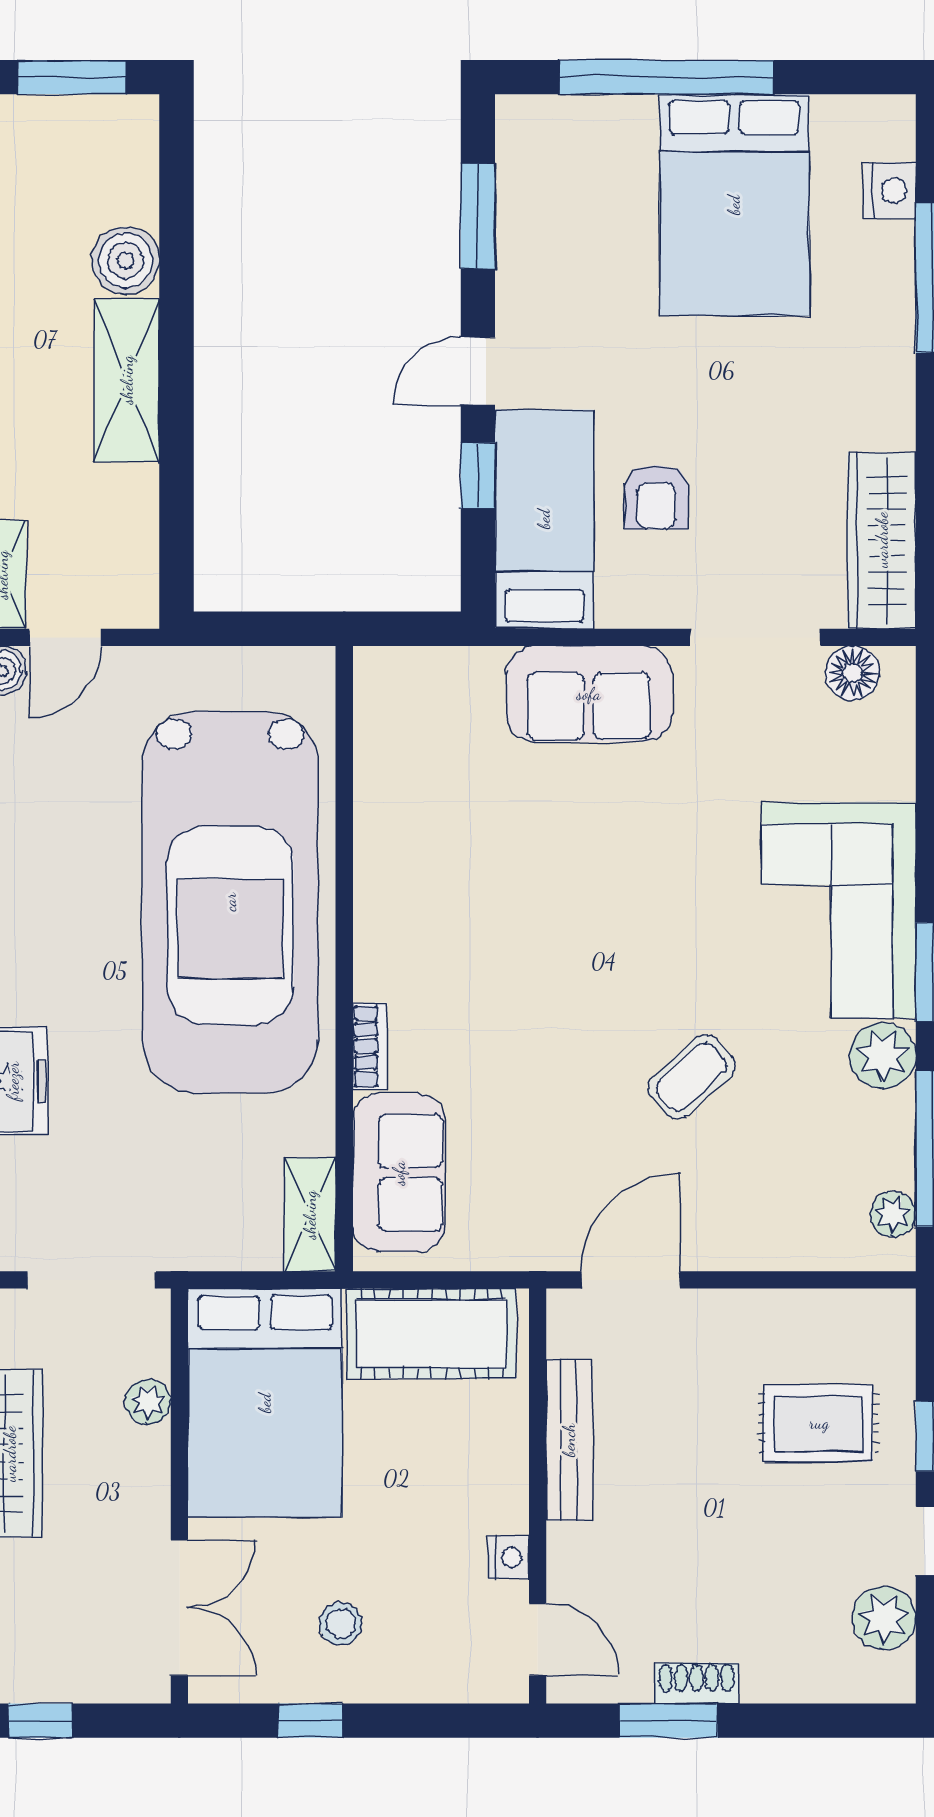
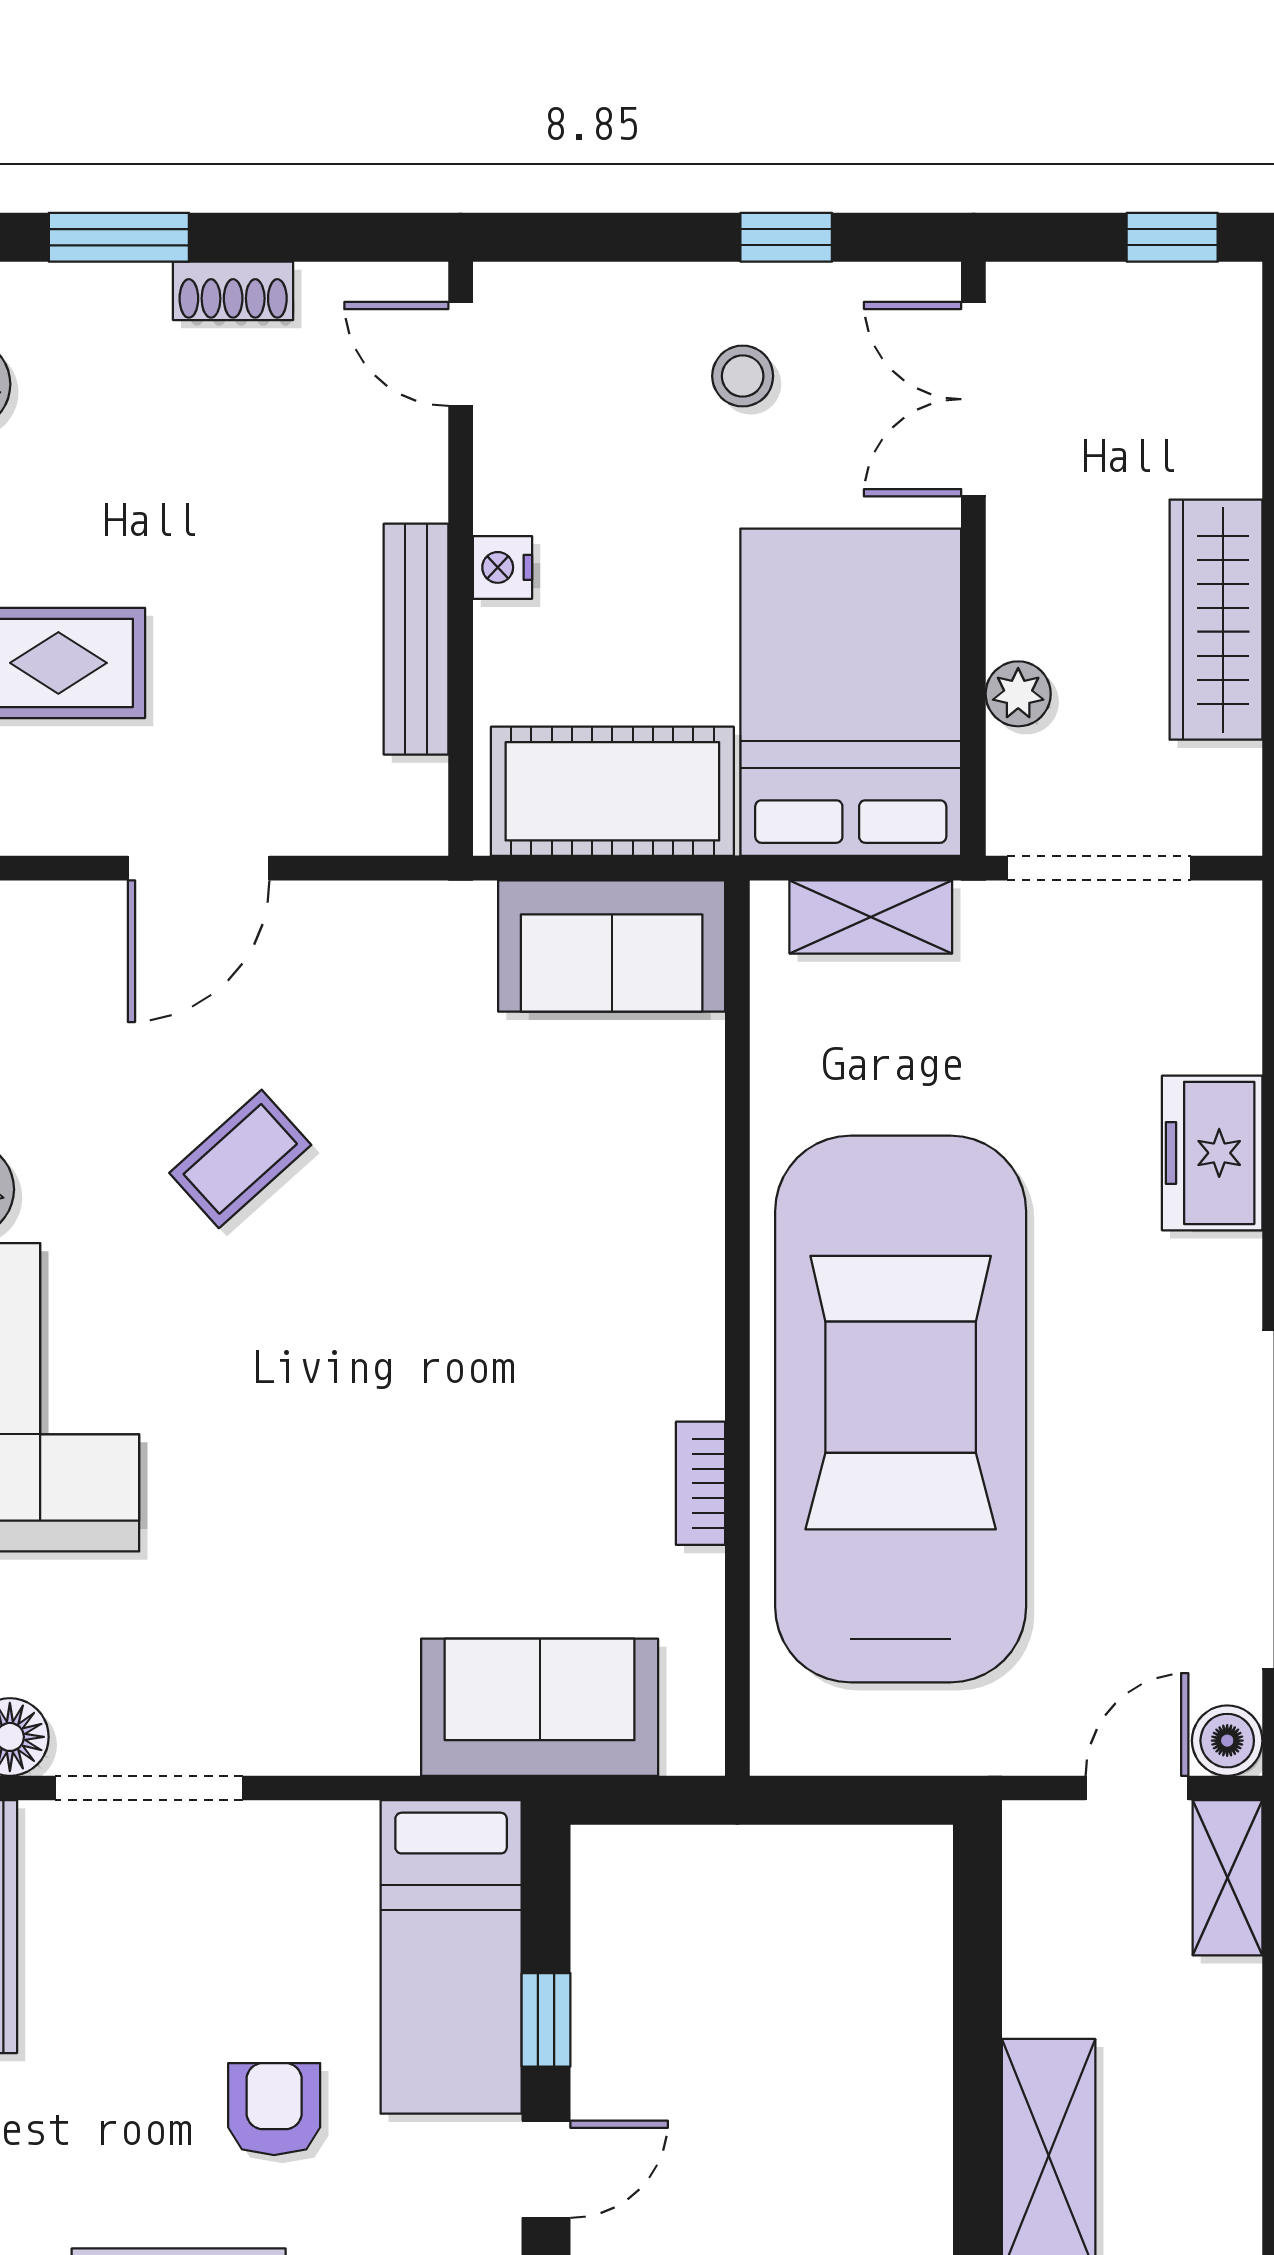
armchair: (656, 497) -> (274, 2109), moved
sofa: (589, 694) -> (540, 1707), moved
bookcase: (370, 1046) -> (701, 1483), moved
sofa: (399, 1173) -> (612, 946), moved, turned -90
shelving: (310, 1215) -> (871, 917), moved, turned 90
door: (631, 1280) -> (199, 868), moved
nightstand: (508, 1557) -> (502, 567), moved
window: (669, 1721) -> (119, 237), moved

